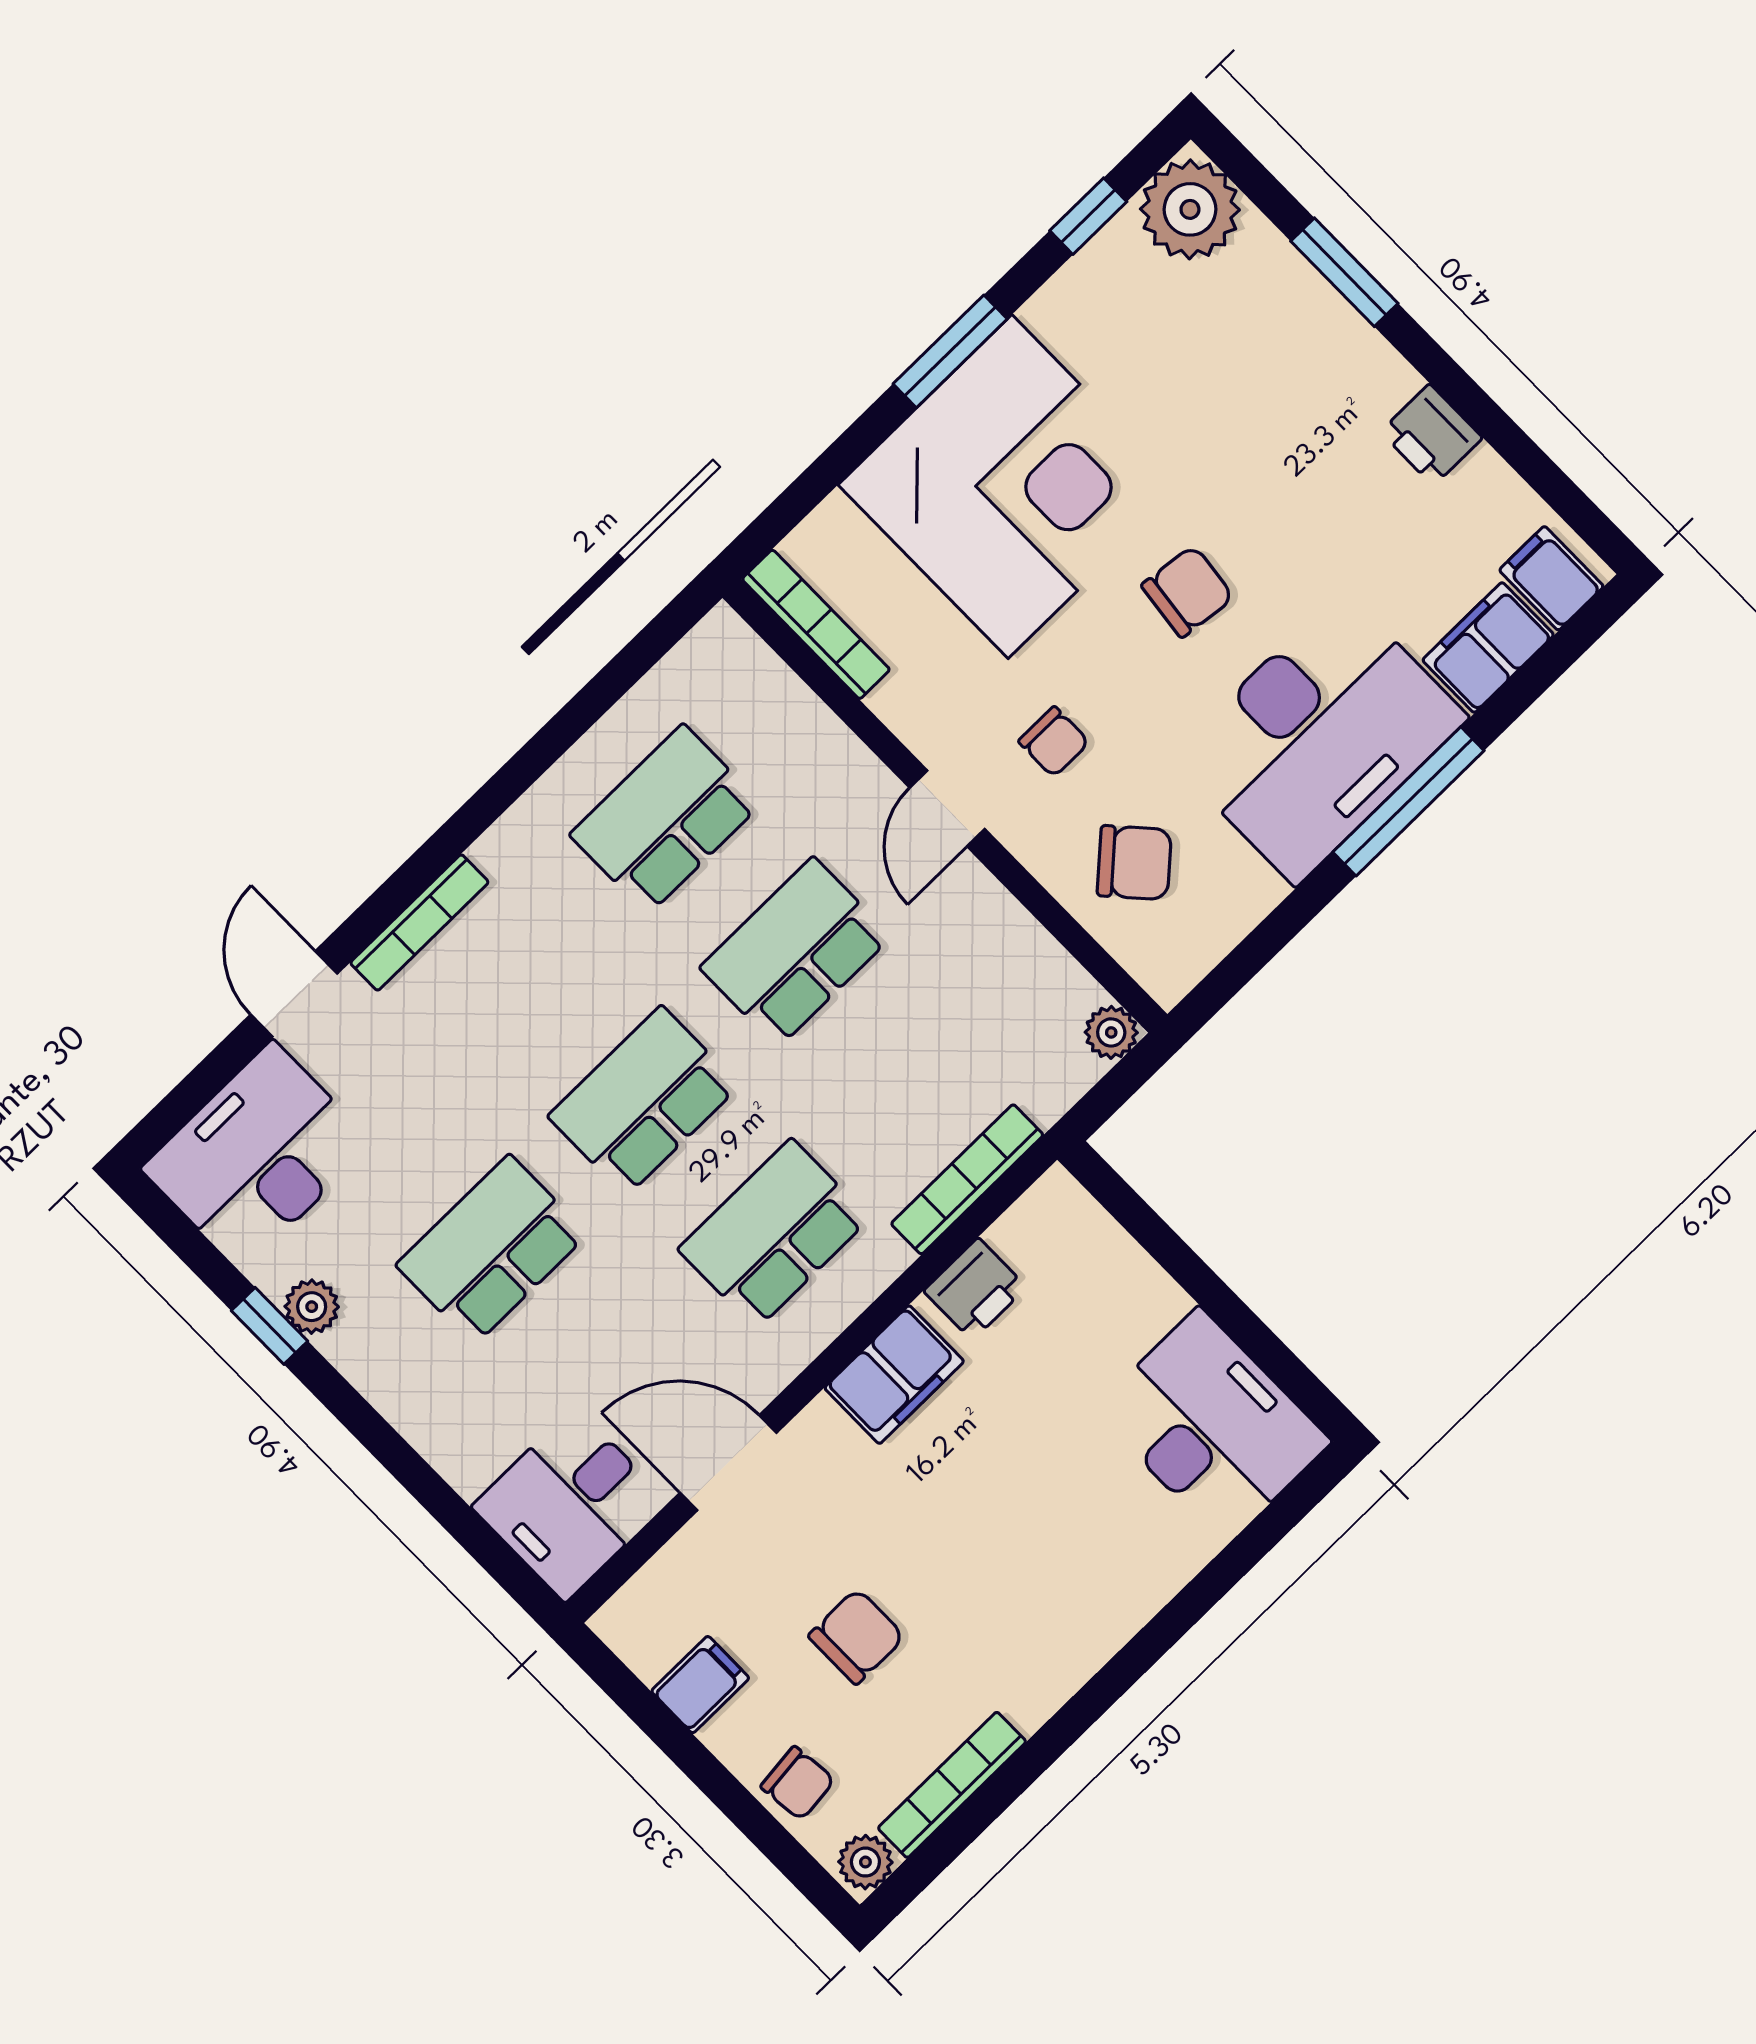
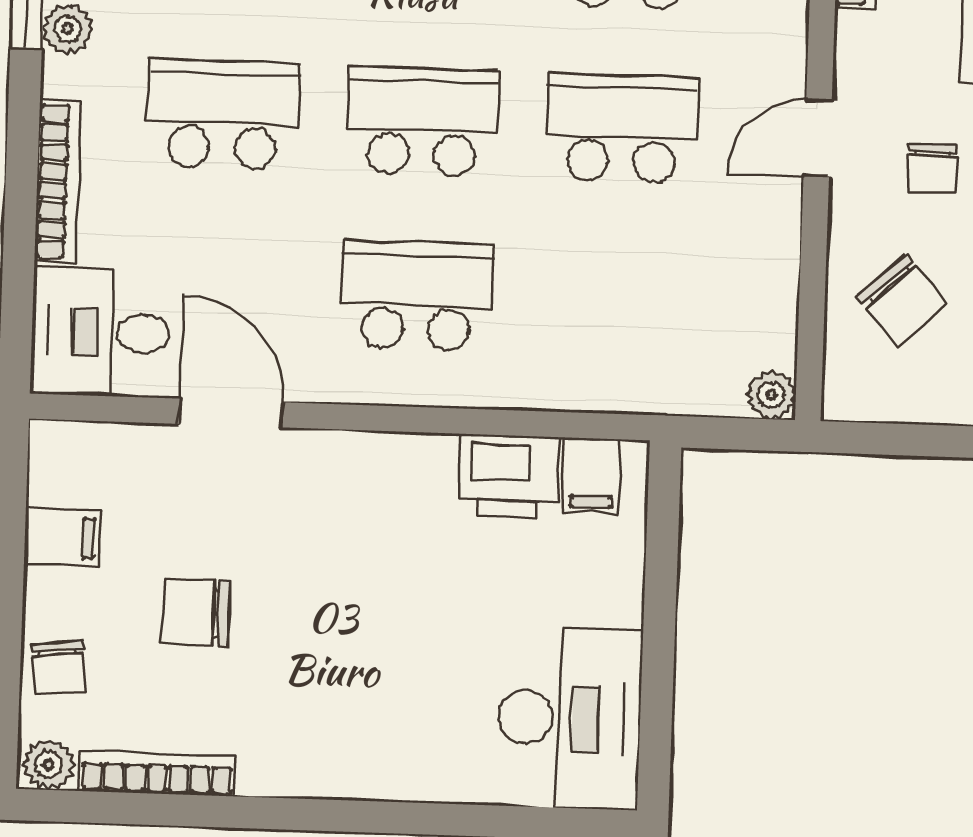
bookcase: (967, 1179) -> (58, 181), moved, turned 90
printer: (975, 1289) -> (509, 476), width x1.36, depth x1.24
filing cabinet: (894, 1375) -> (591, 476), moved, width x0.50
chair: (857, 1636) -> (196, 613), turned 180

